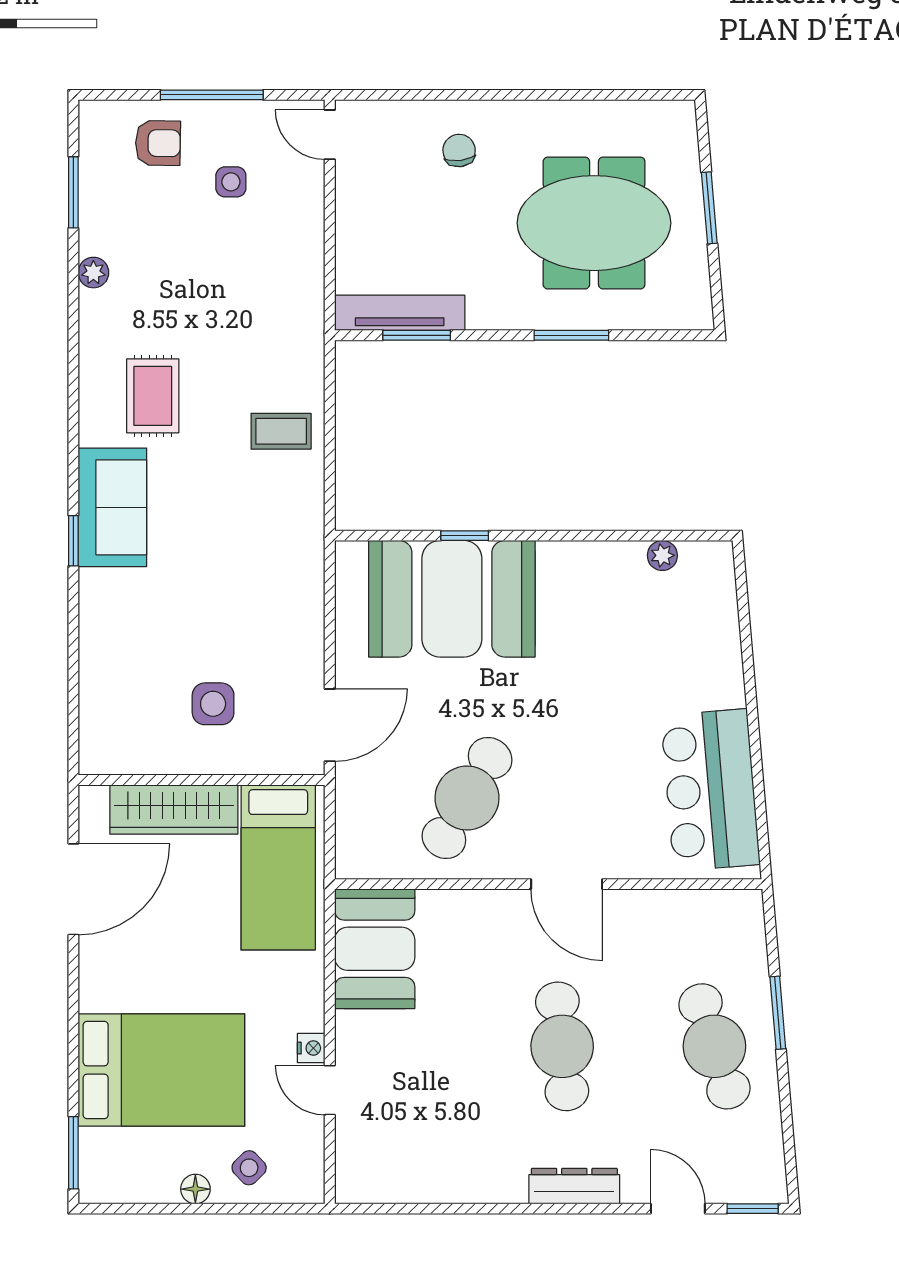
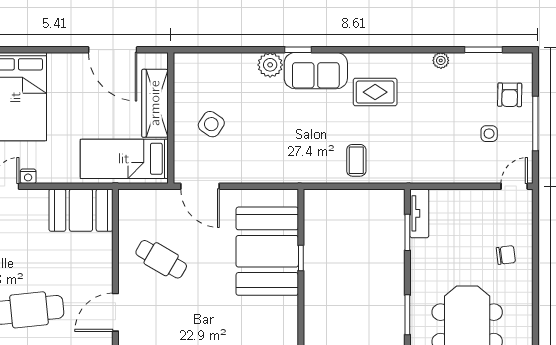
tv unit: (400, 313) -> (419, 213), width x0.71
plant: (102, 593) -> (270, 65), added
side table: (213, 704) -> (211, 124), turned 34
cafe table: (467, 798) -> (161, 259), width x0.73, depth x0.74

